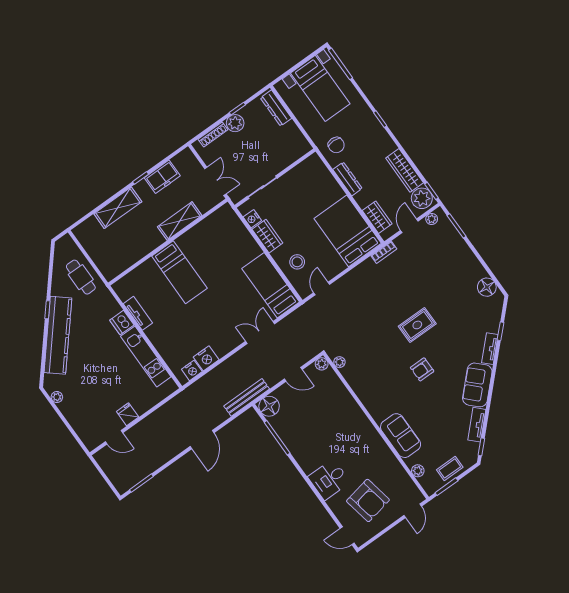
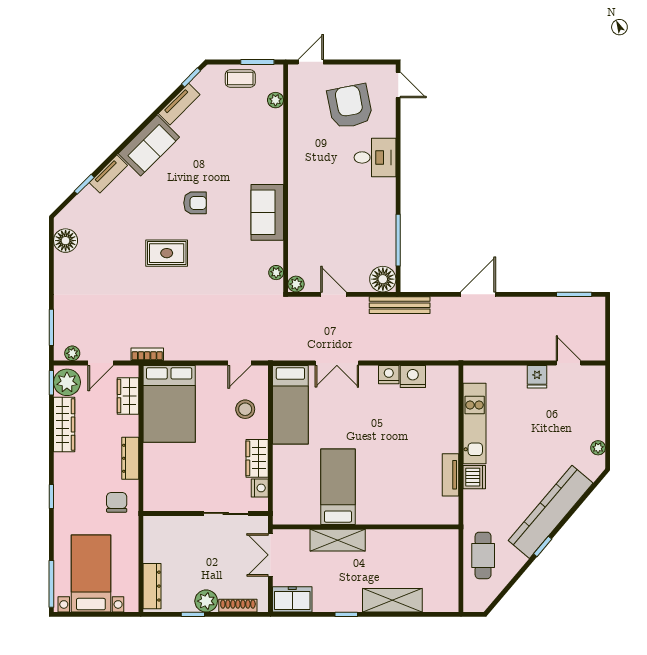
freezer: (162, 177) -> (292, 599), moved
bed: (179, 272) -> (338, 487), moved
nightstand: (192, 370) -> (389, 375), moved
sofa: (401, 436) -> (267, 212), moved

